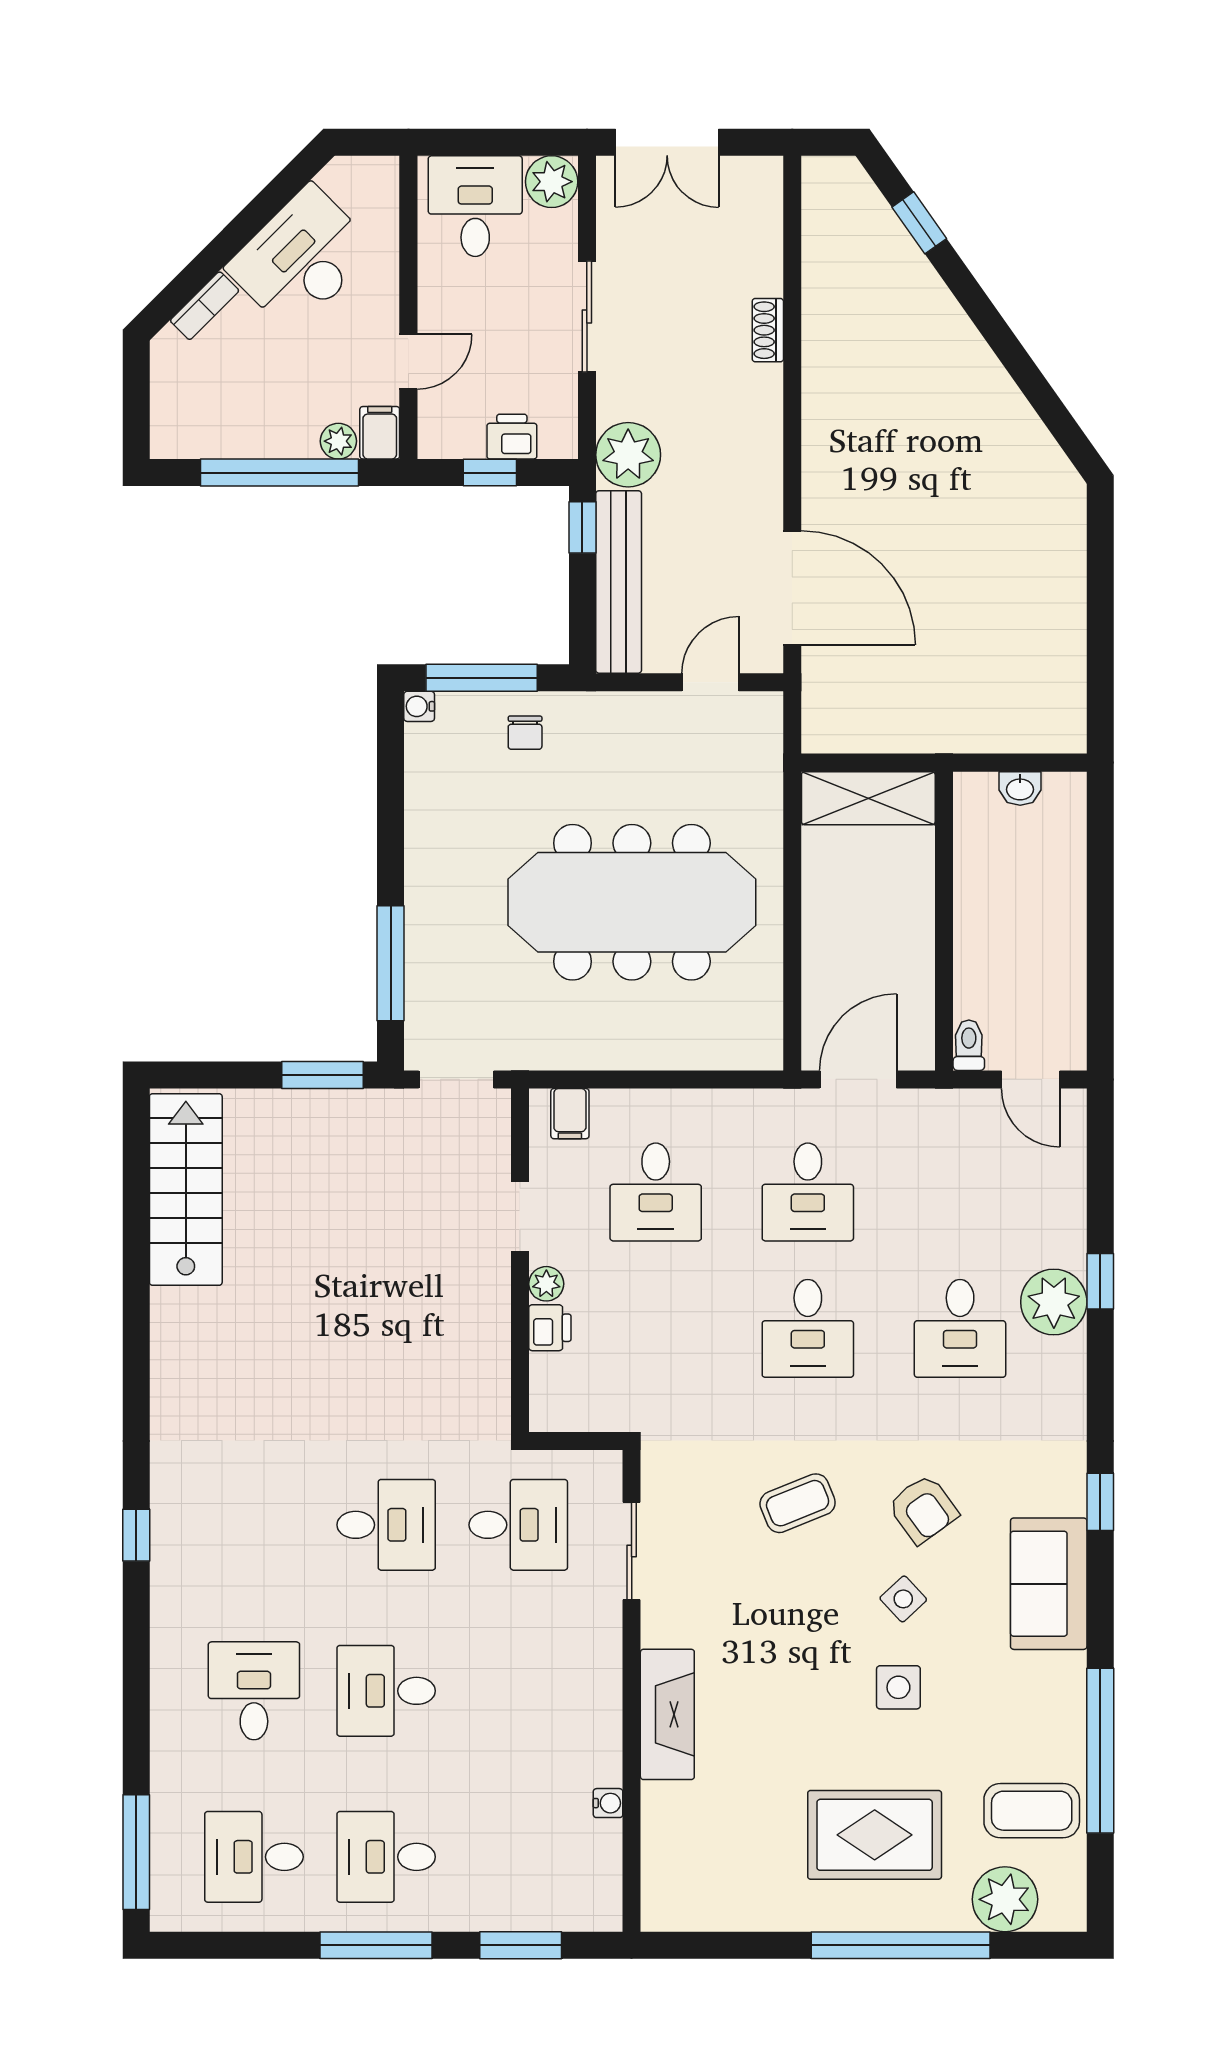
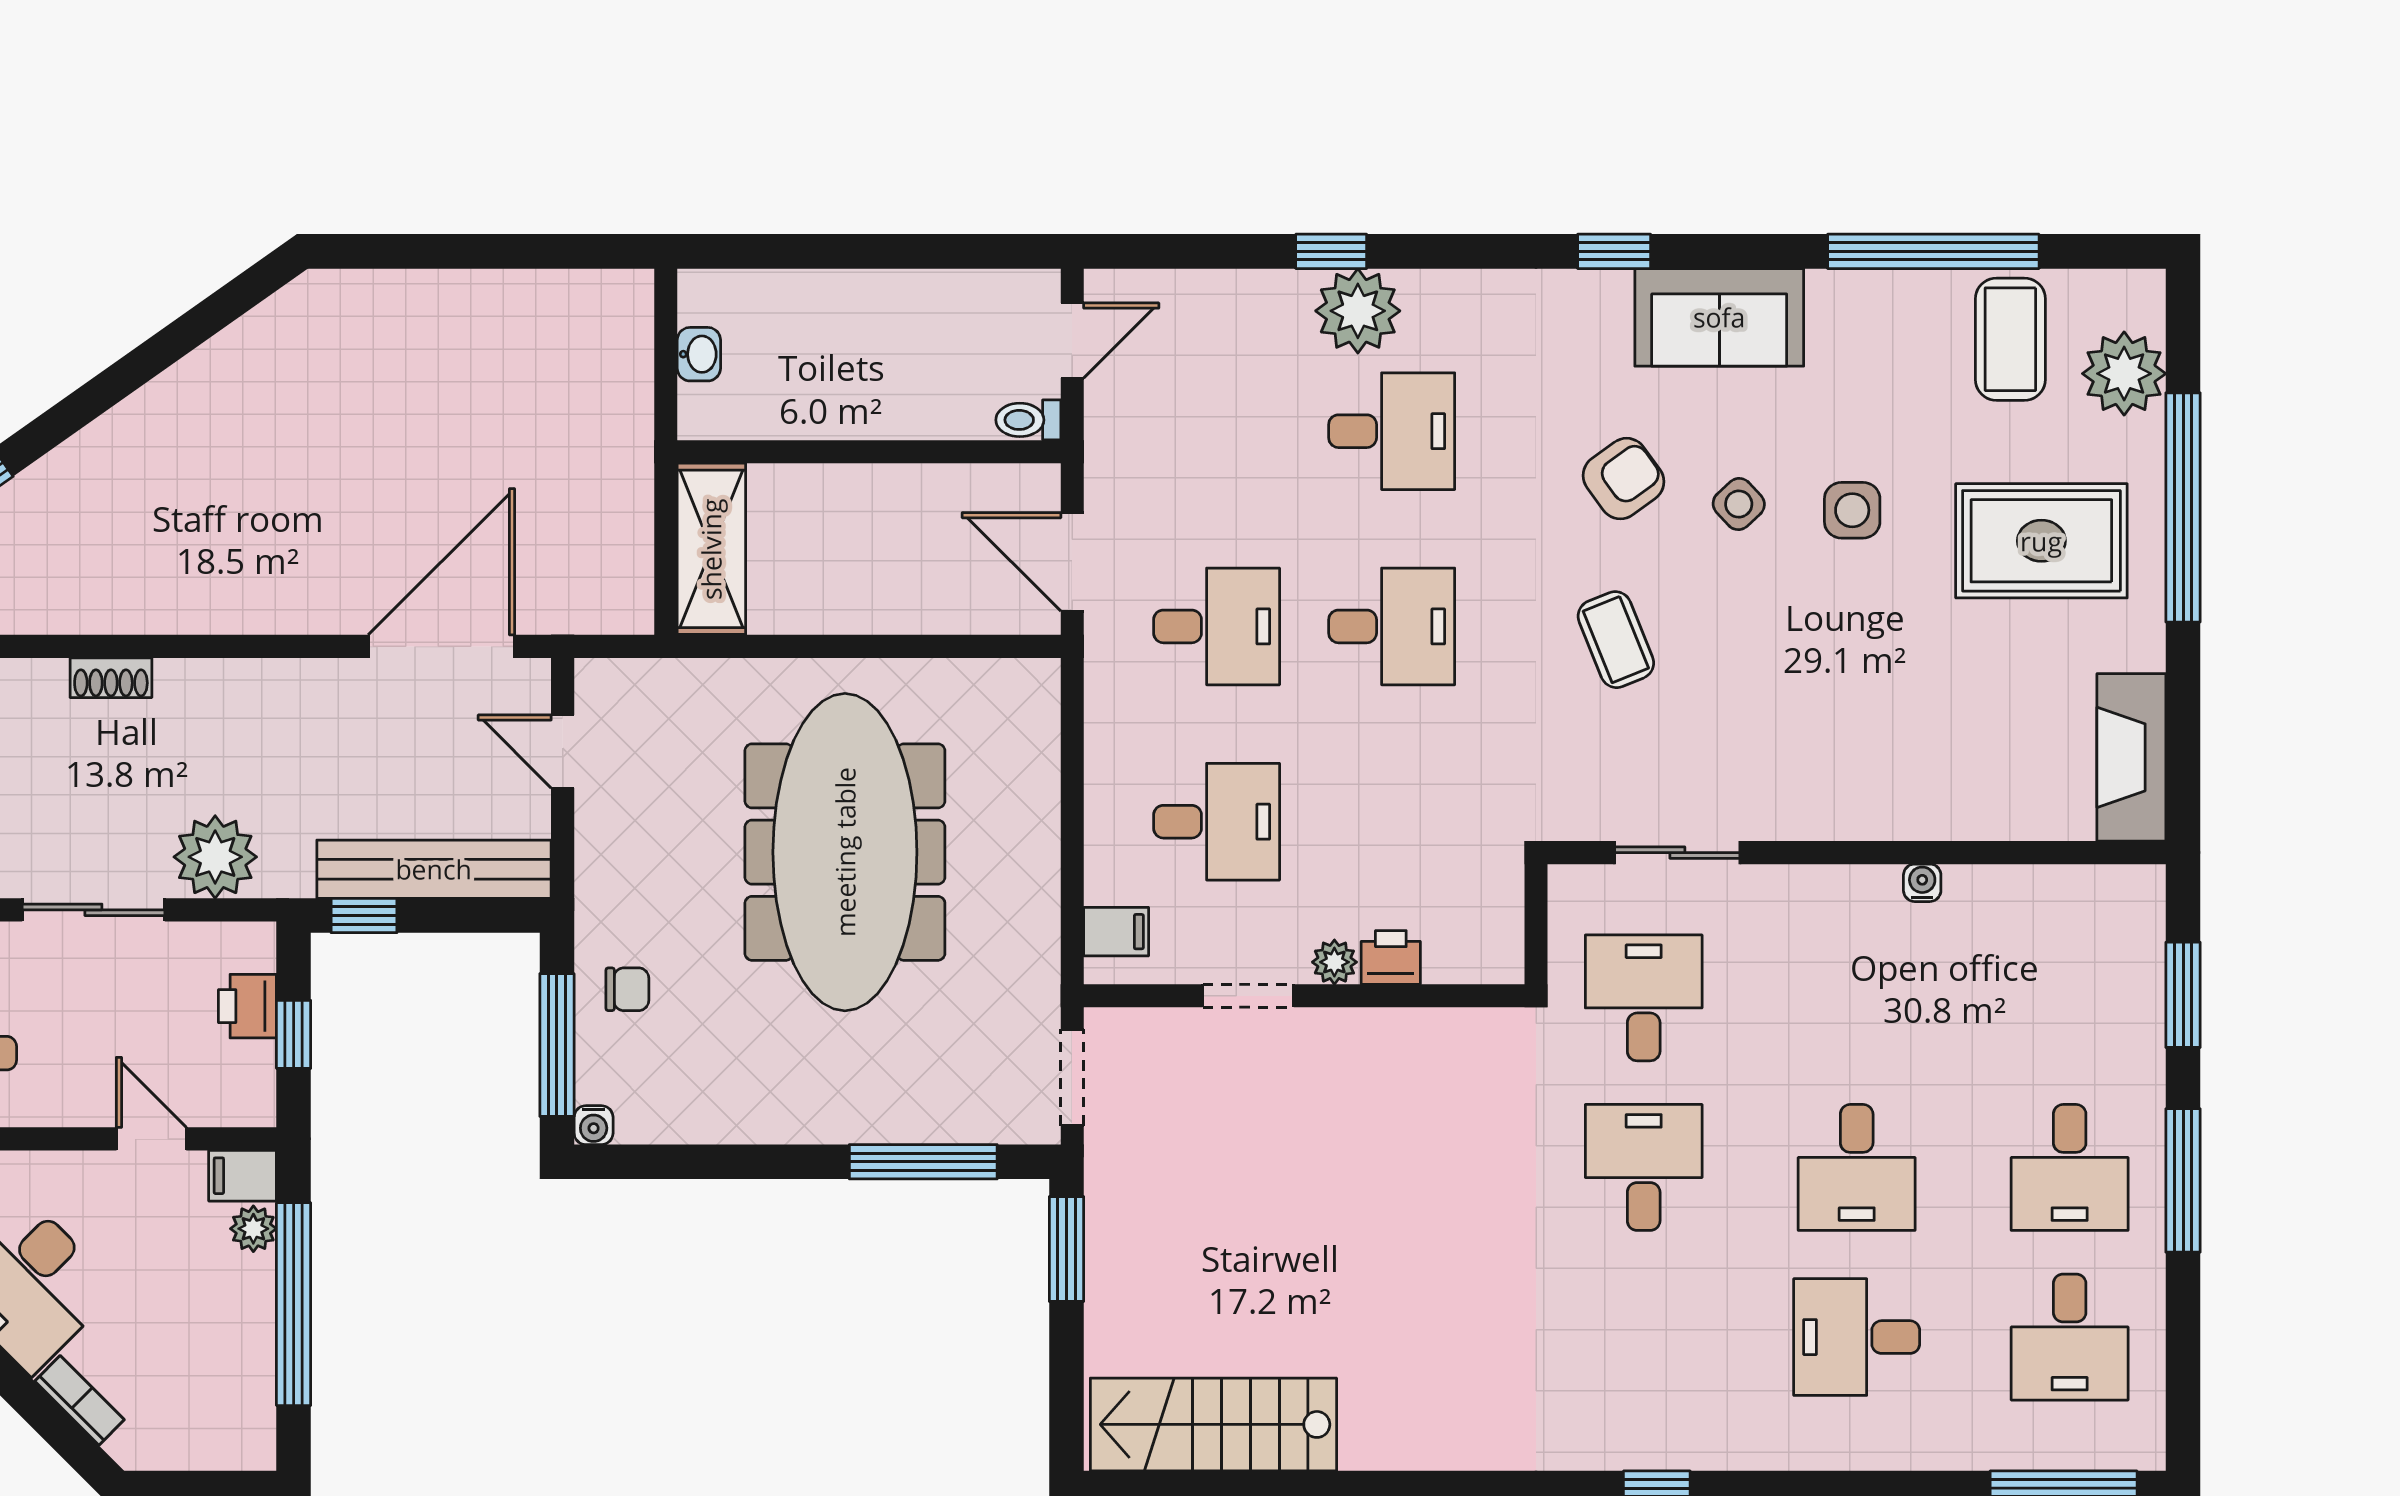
plant: (628, 455) -> (215, 857), moved
fireplace: (667, 1714) -> (2131, 757), moved, turned -90
water cooler: (608, 1803) -> (1922, 883), moved
rug: (875, 1835) -> (2041, 541), turned 90

